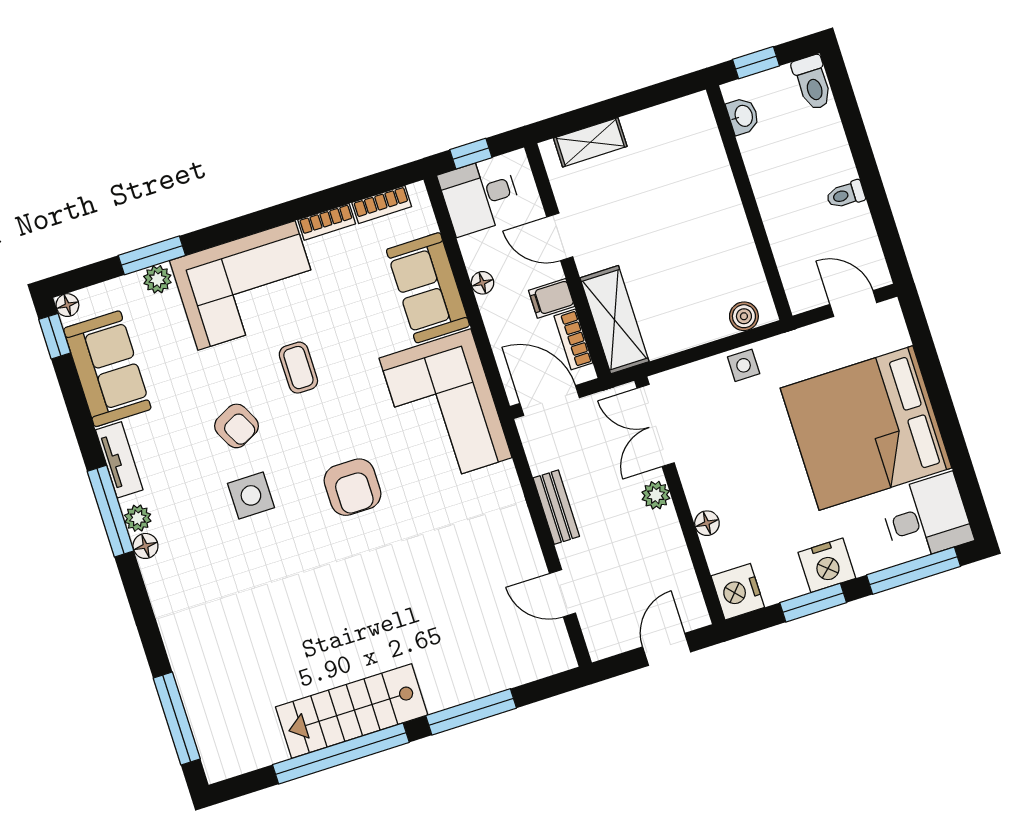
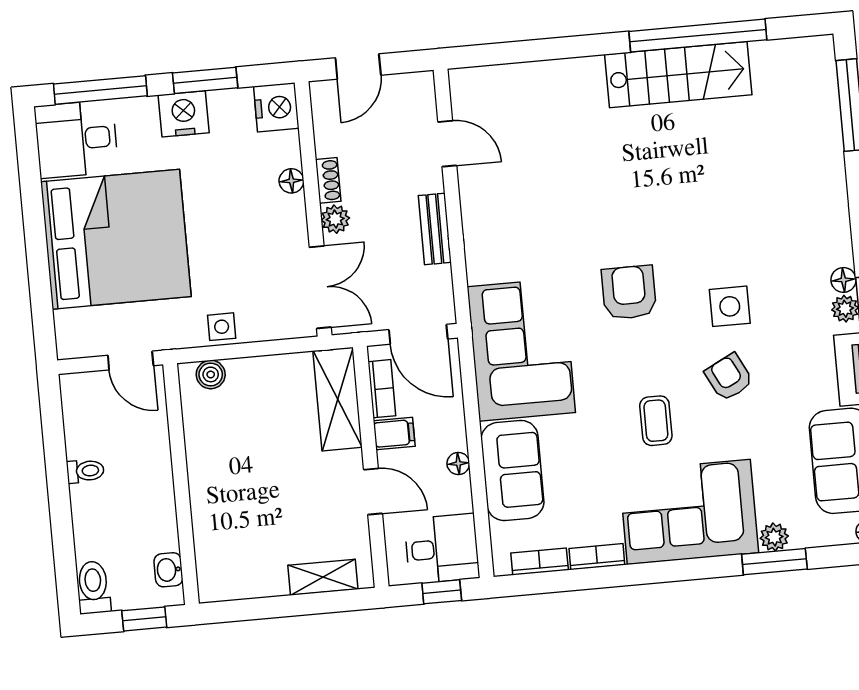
door: (853, 304) -> (131, 360), moved
shoe rack: (671, 532) -> (328, 180), added
window: (471, 712) -> (562, 48), removed

